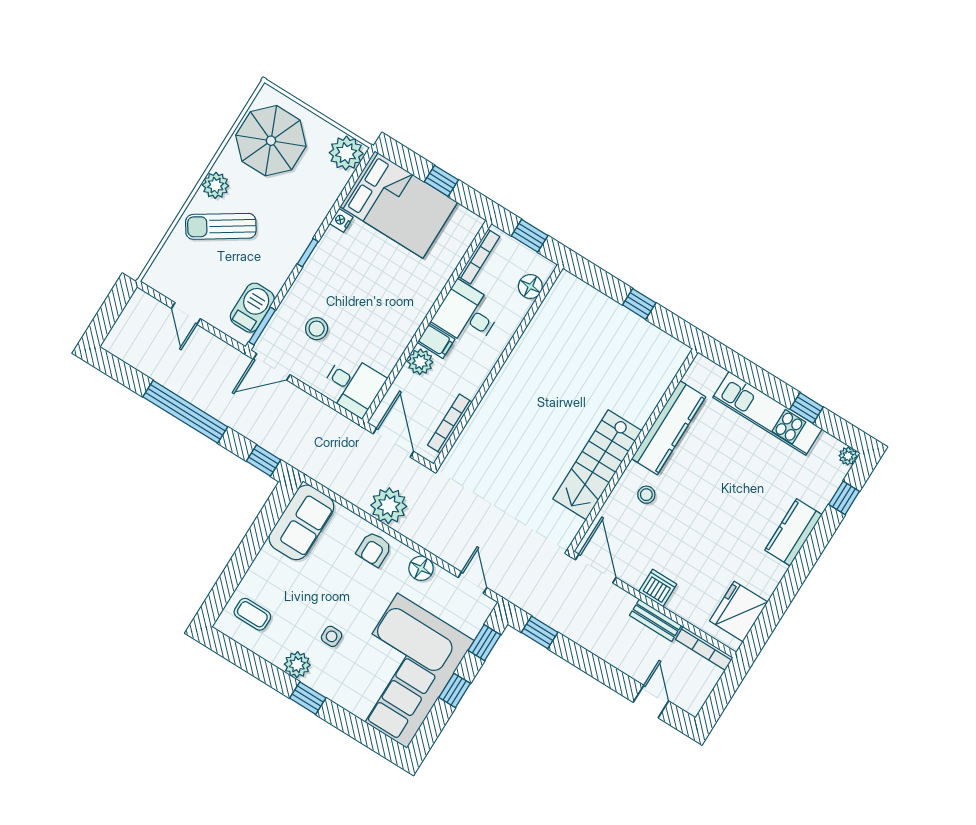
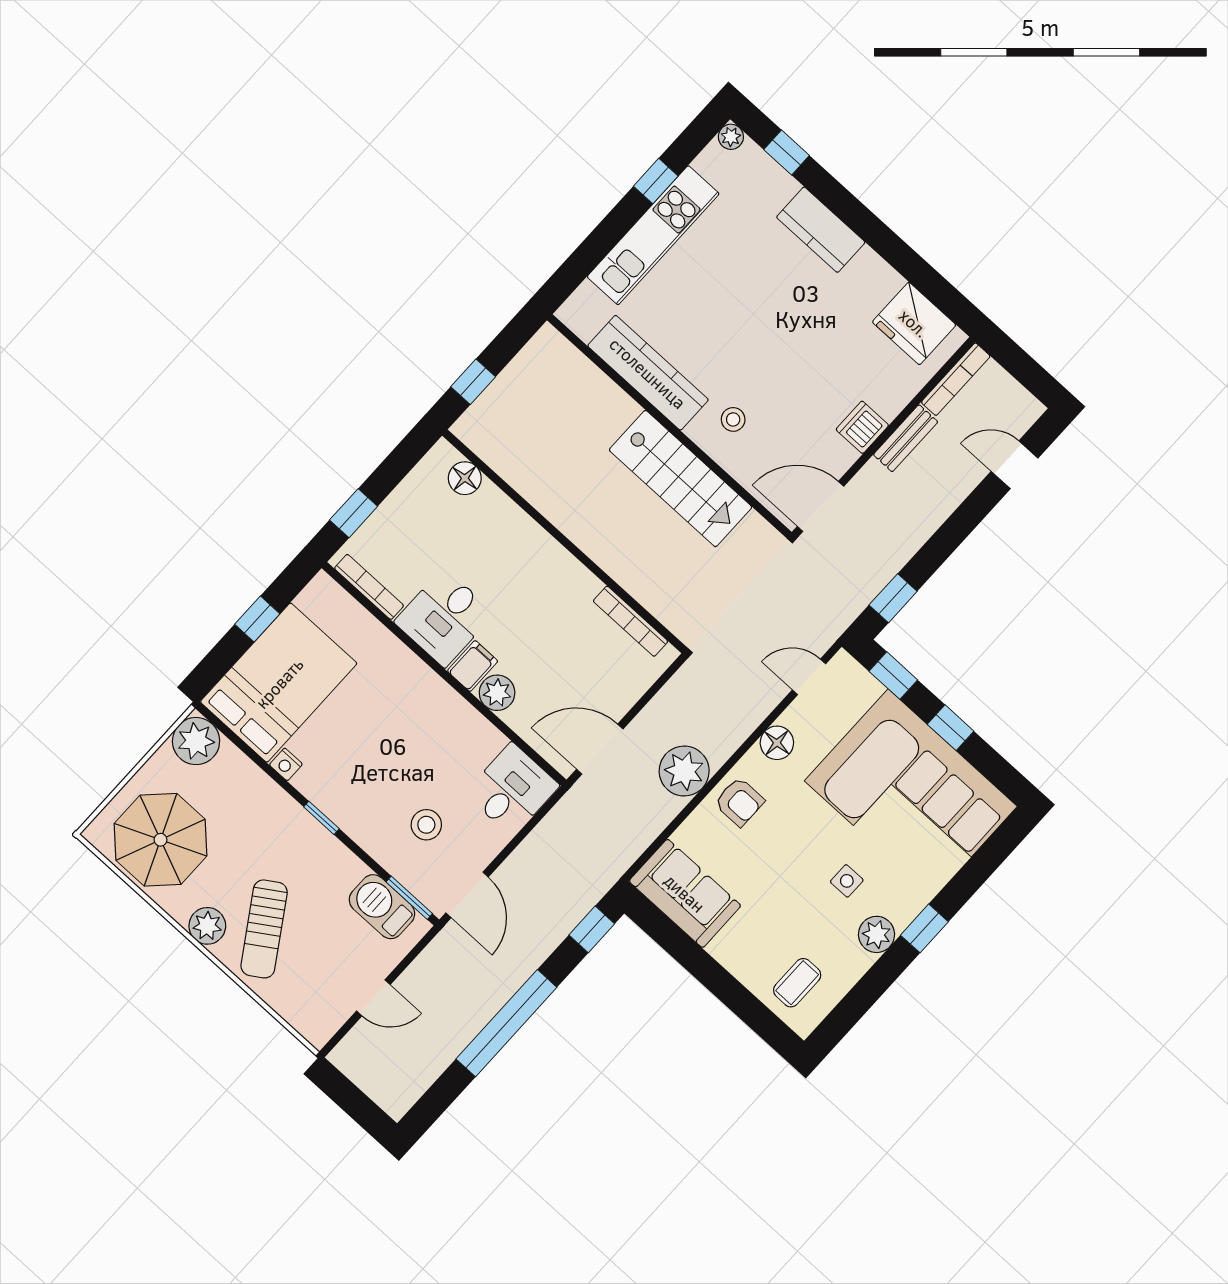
floor lamp: (530, 286) -> (465, 478), moved
wall: (498, 366) -> (565, 541), moved
bookcase: (450, 424) -> (631, 621), moved

